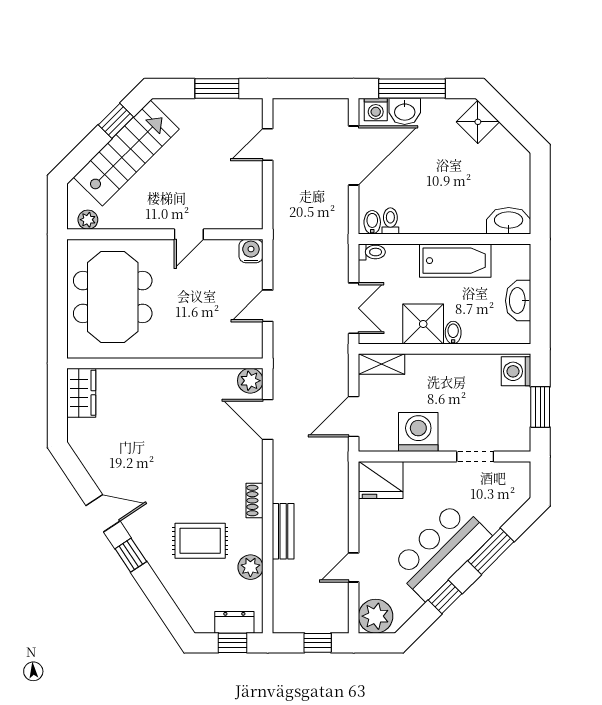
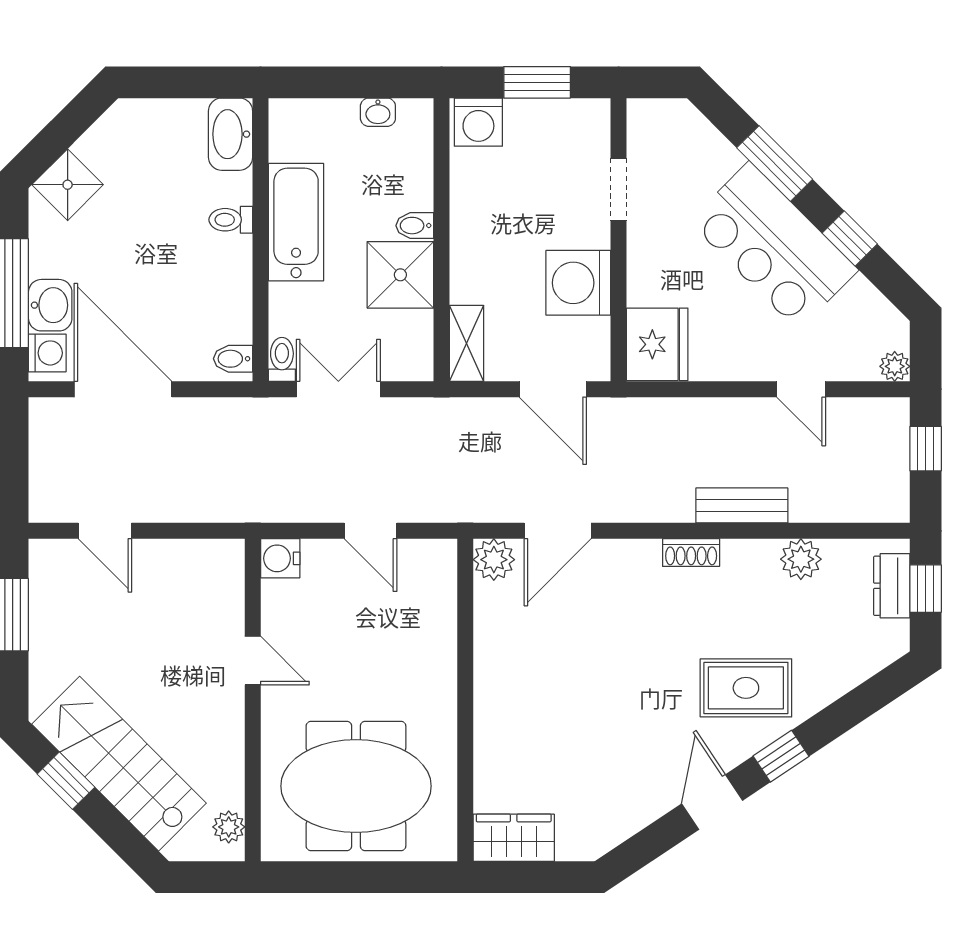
toilet: (390, 221) -> (231, 220), moved
washbasin: (518, 301) -> (378, 112), width x0.52, depth x0.69
double door: (354, 308) -> (338, 389), moved
rug: (200, 541) -> (746, 688), moved, turned 90
plant: (376, 616) -> (895, 366), width x0.53, depth x0.53

